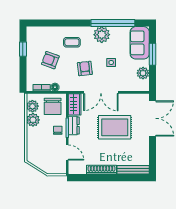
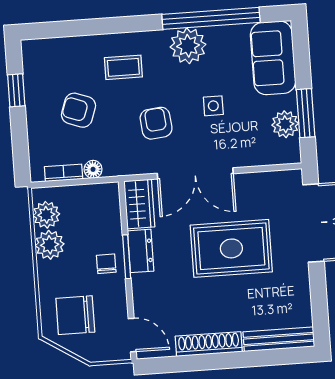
window: (153, 54) -> (306, 113), moved
chair: (53, 106) -> (75, 315), moved, turned 90
door: (67, 152) -> (132, 335), moved

